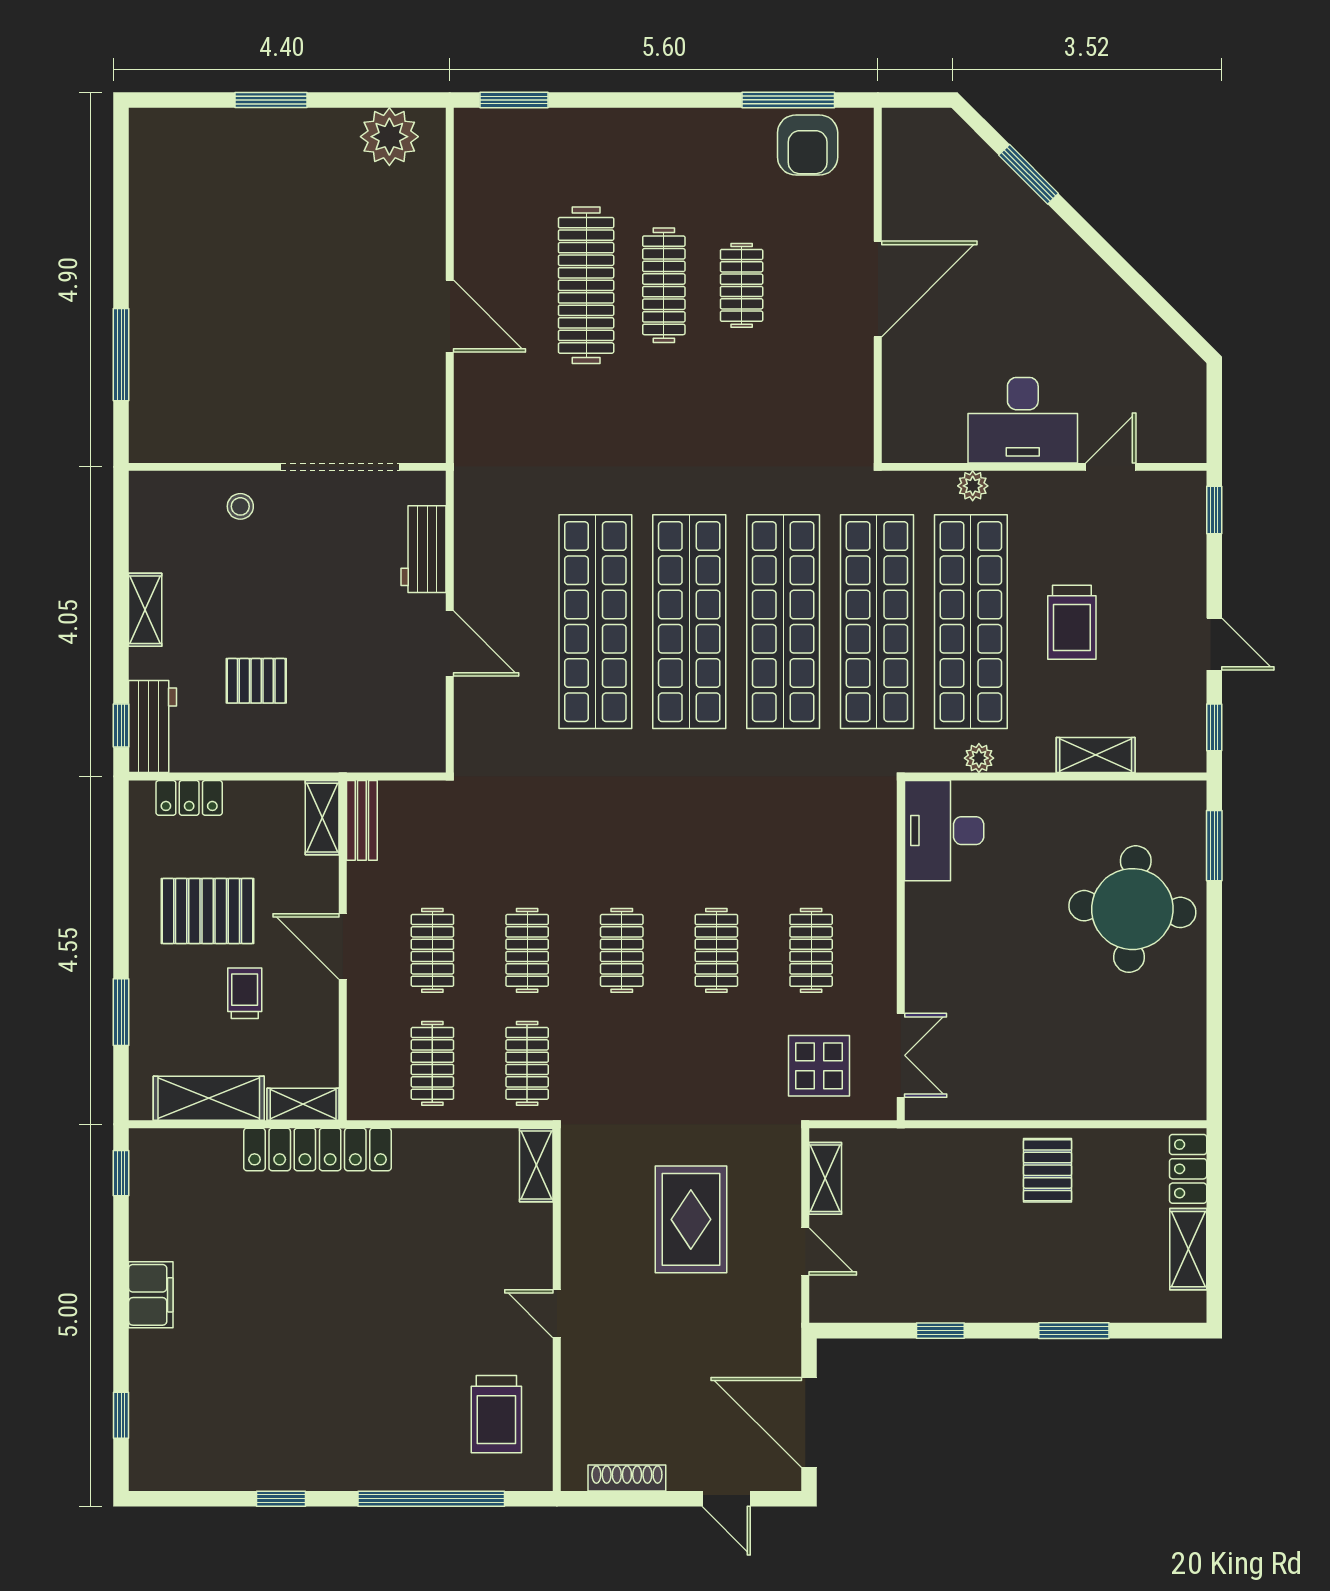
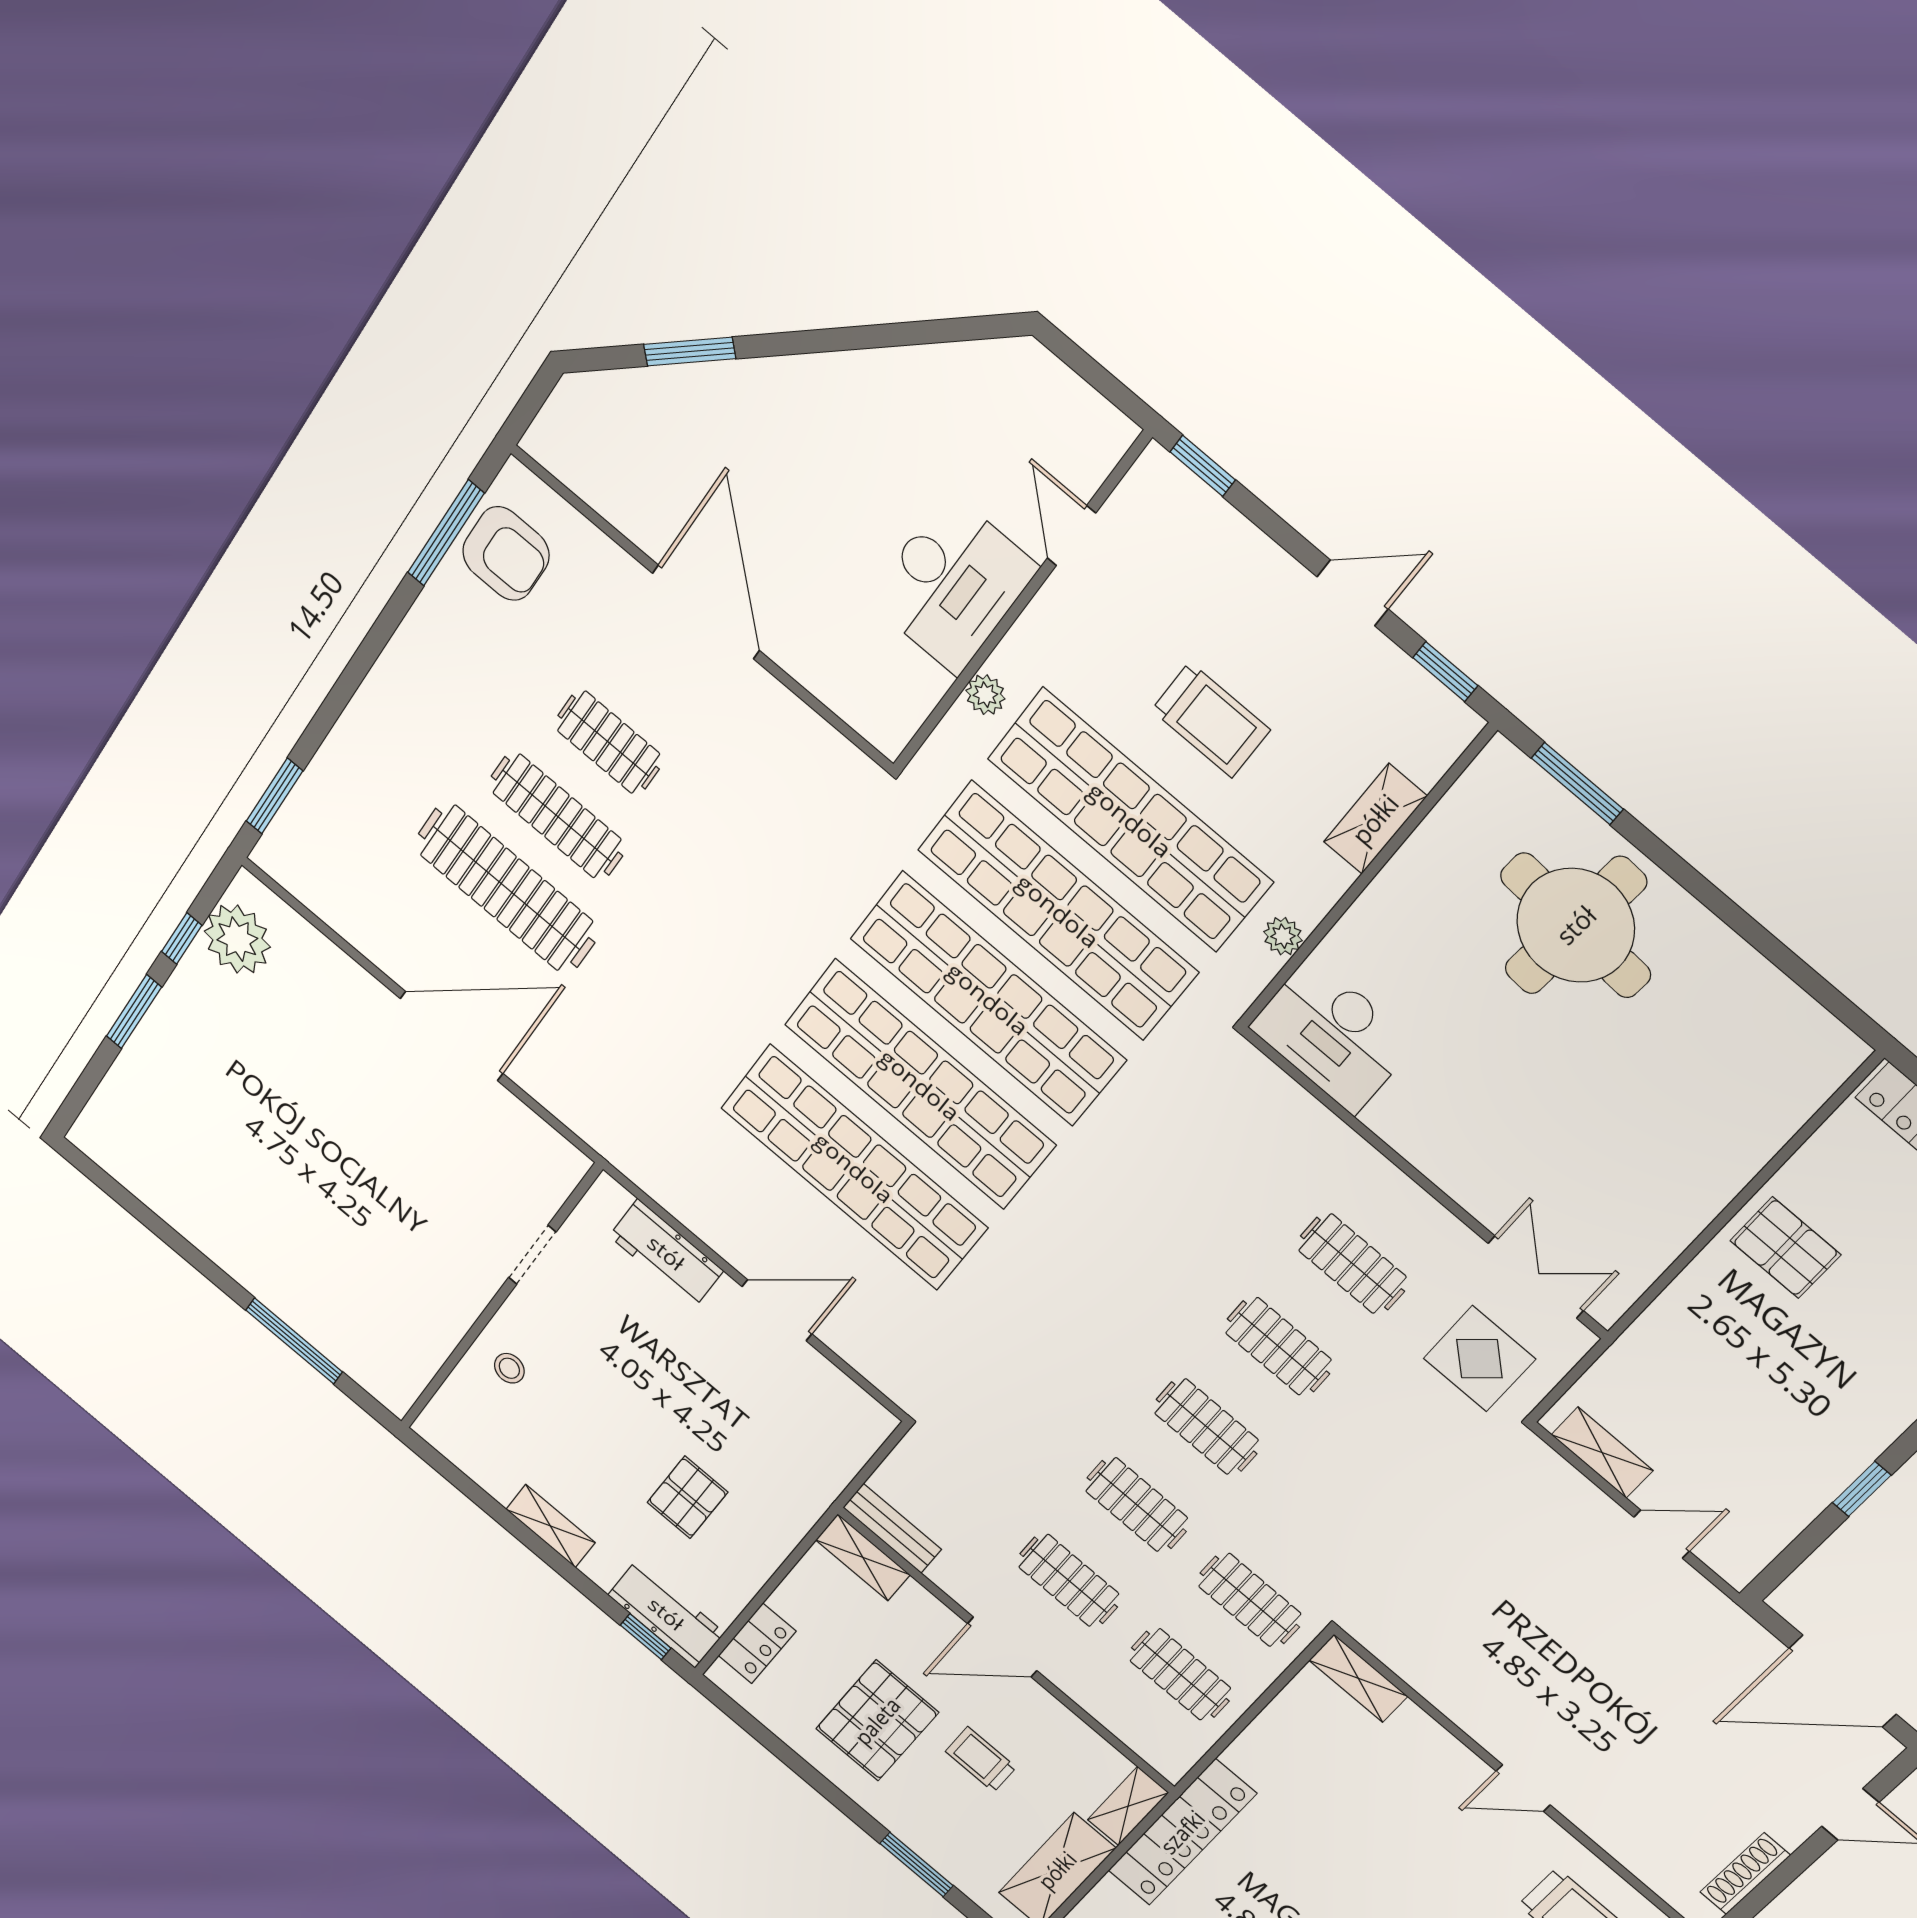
window: (355, 100) -> (182, 938), added
door: (450, 316) -> (452, 1036), width x1.36
doorway: (340, 467) -> (532, 1255), width x0.53
rug: (691, 1219) -> (1535, 1601), removed

